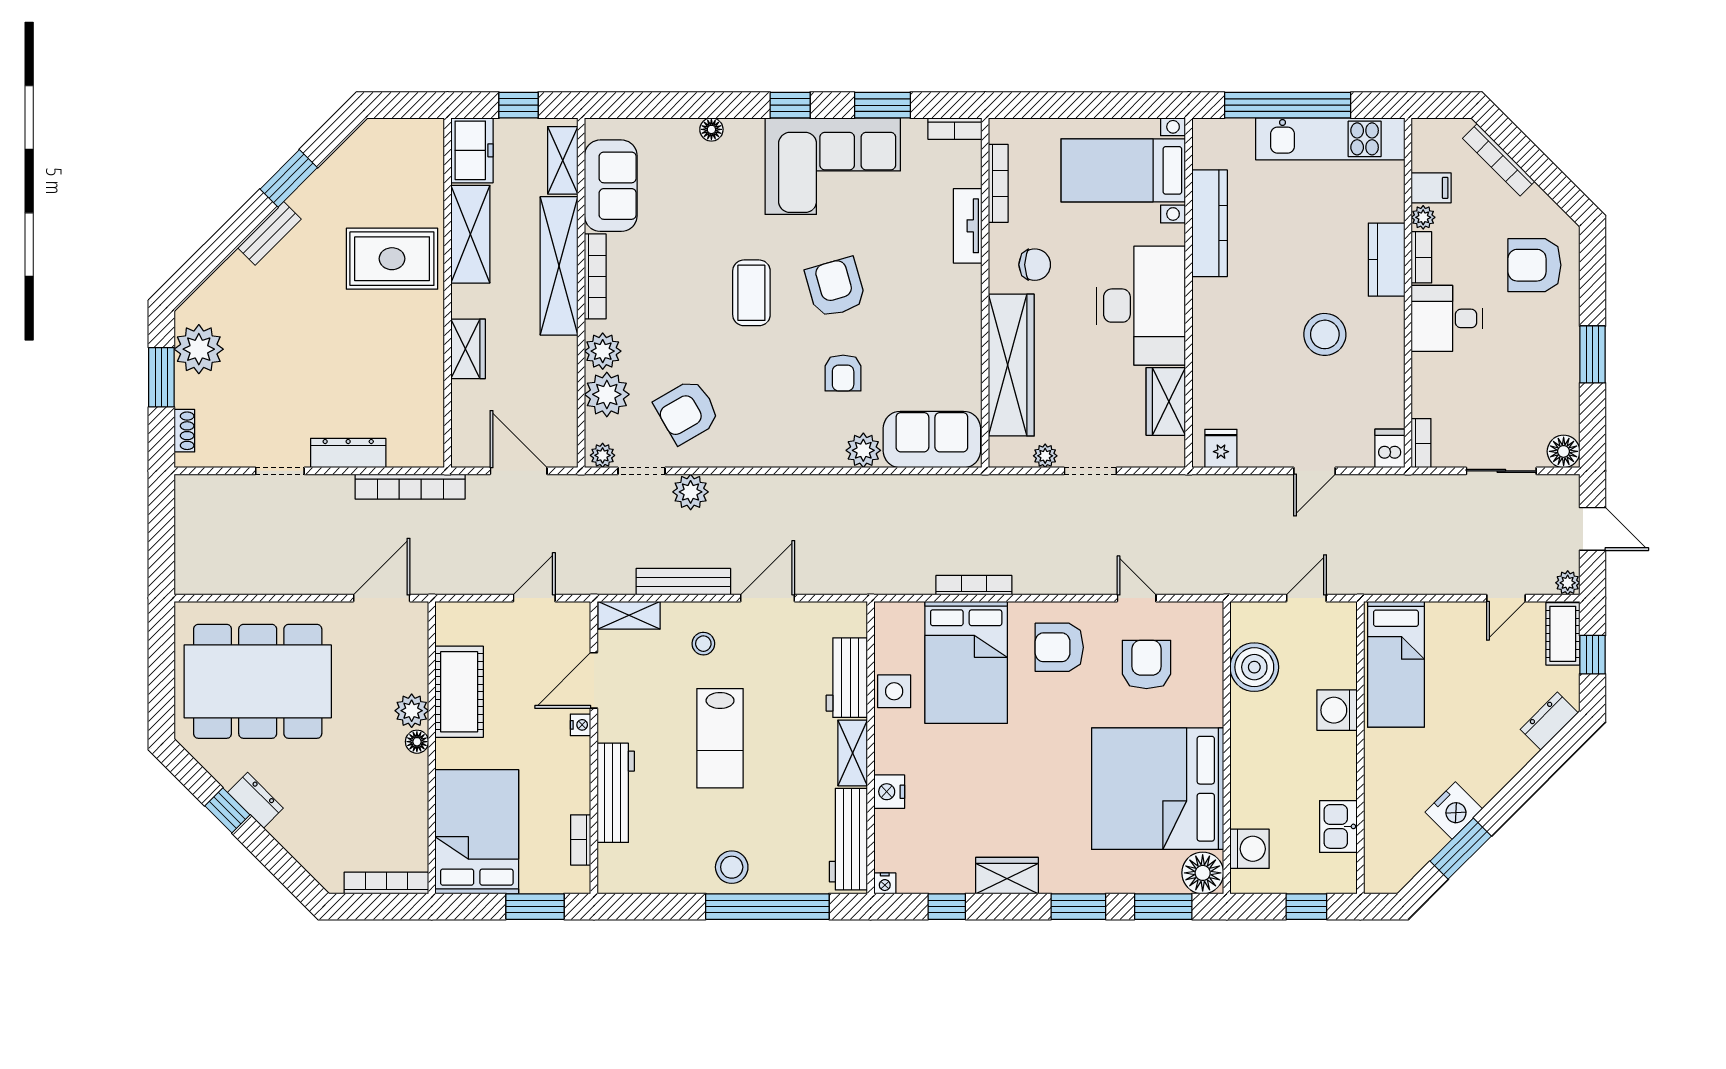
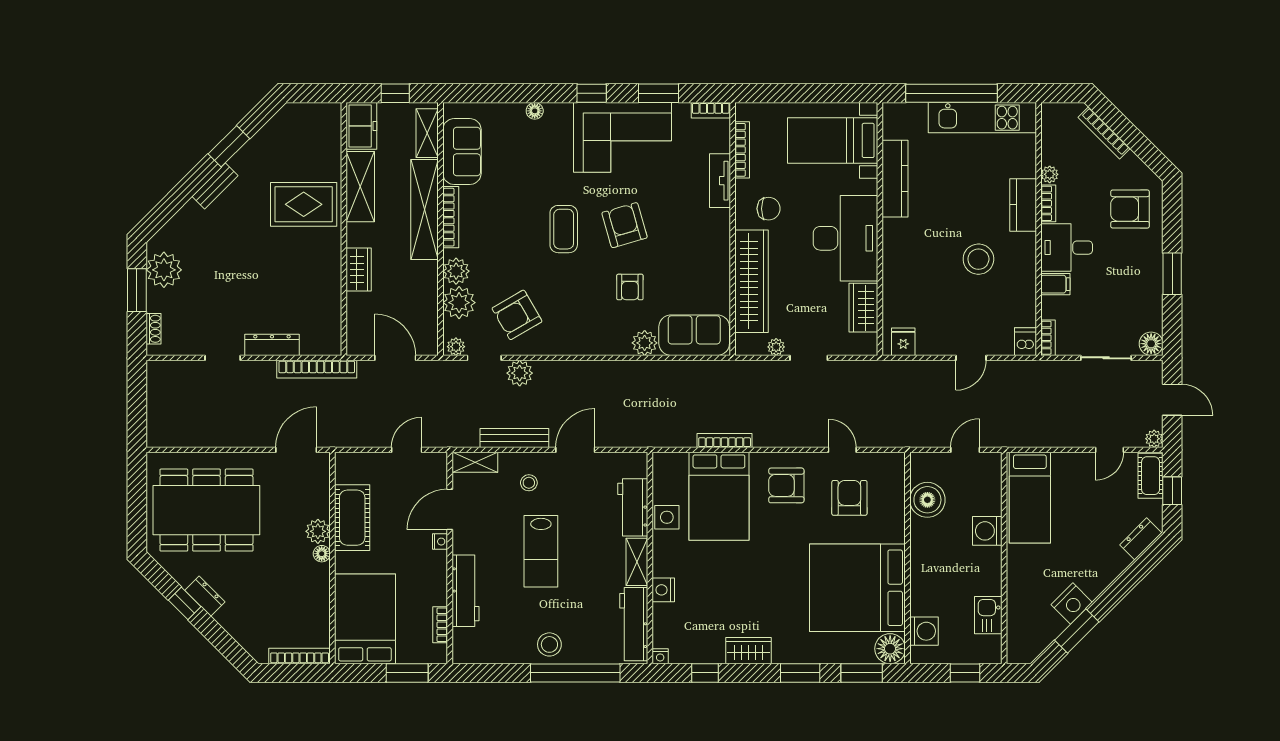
filing cabinet: (1431, 188) -> (1055, 284), moved

